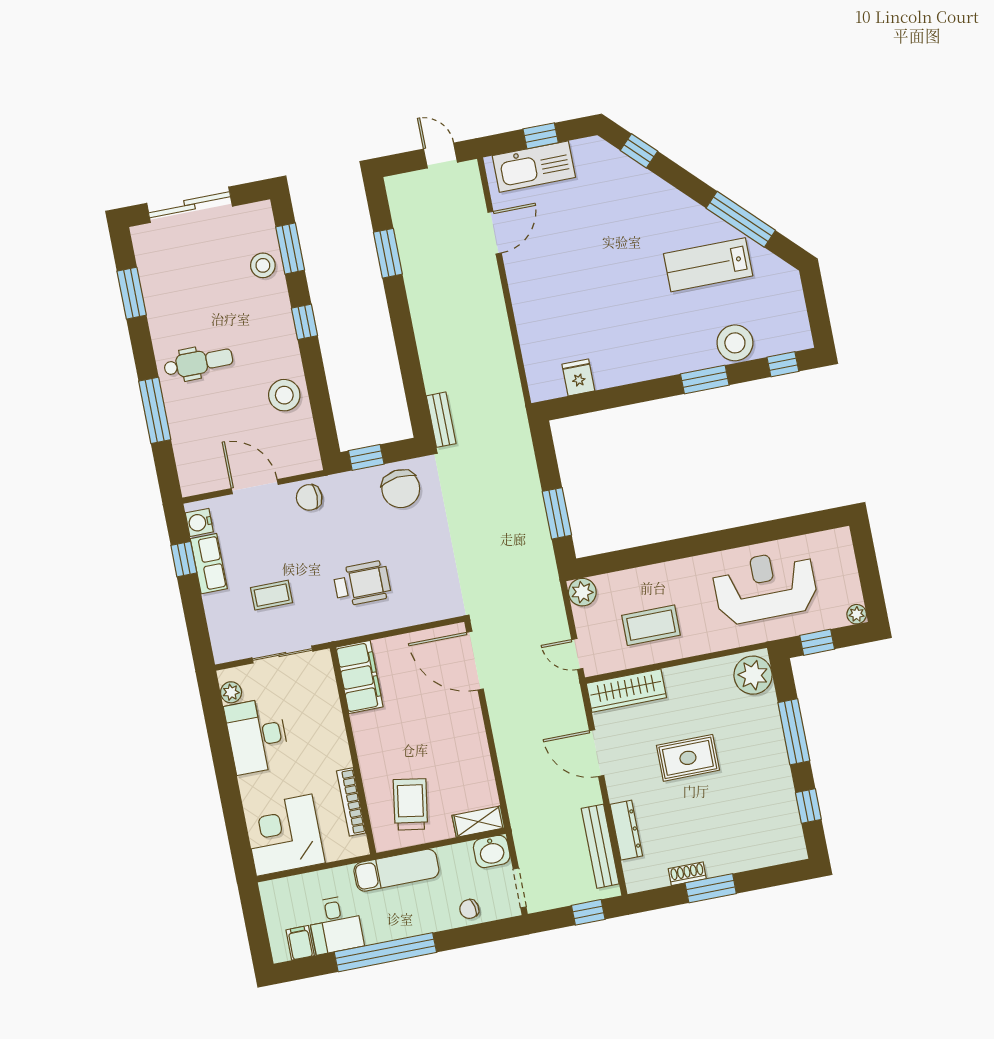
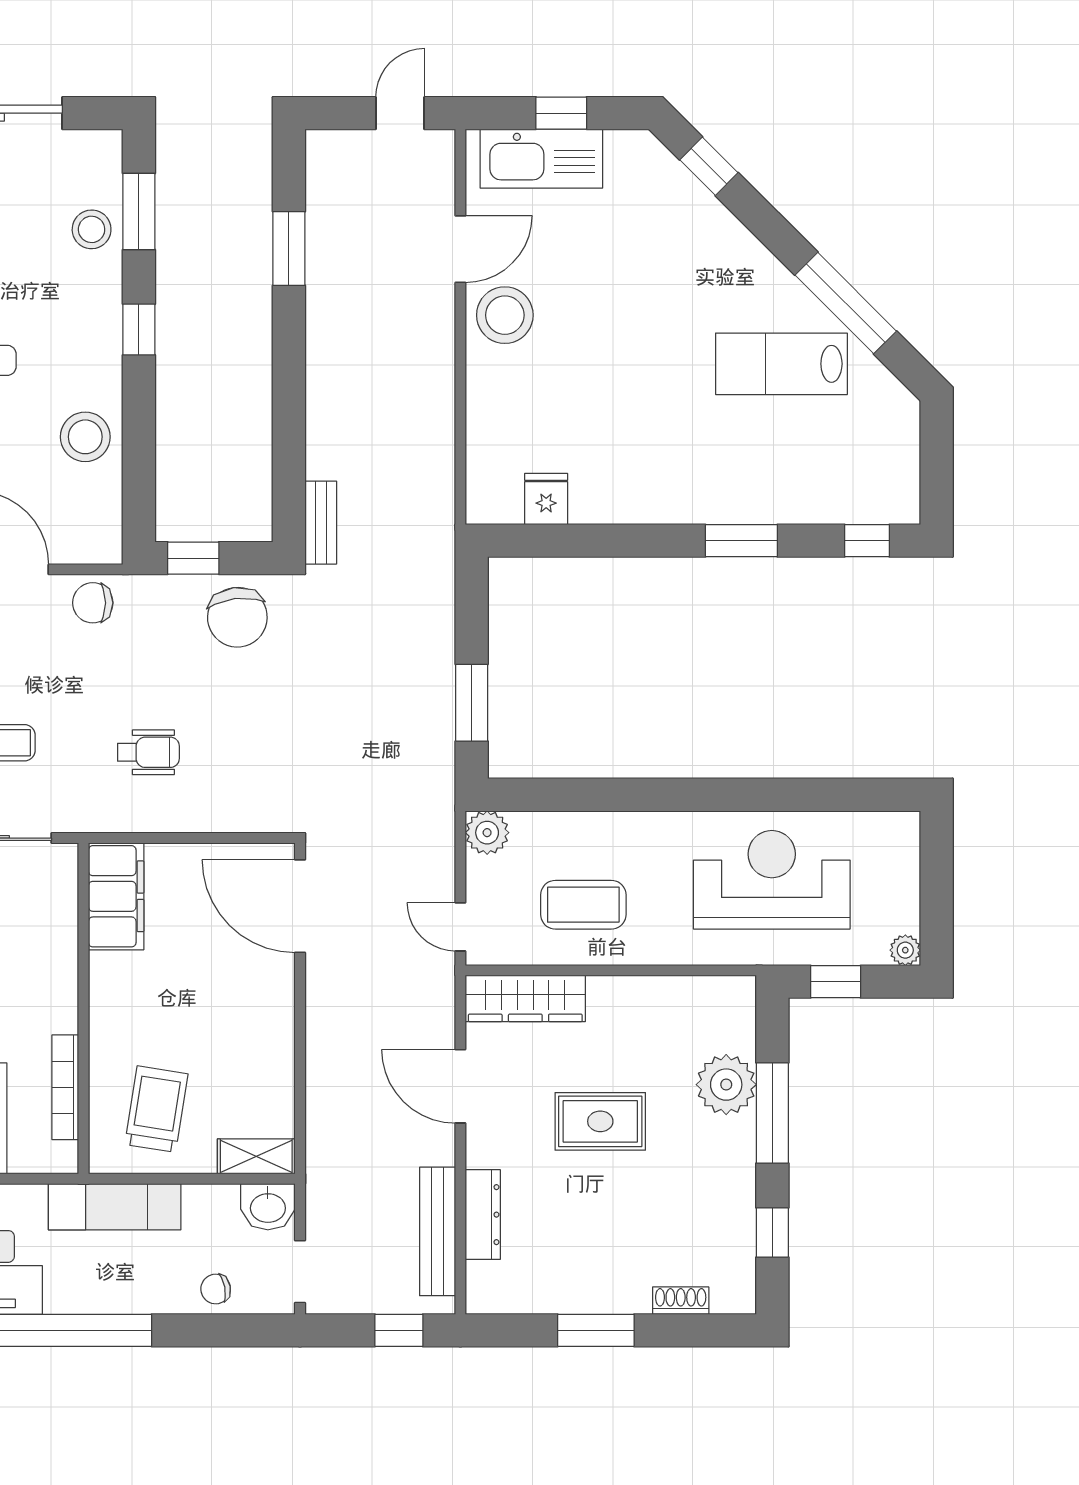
door: (440, 156) -> (400, 113), hinge flipped
stool: (735, 343) -> (505, 315), moved
wheelchair: (362, 584) -> (148, 752), width x0.73, depth x0.73
plant: (753, 675) -> (726, 1085), moved
shoe rack: (687, 874) -> (681, 1301), moved

